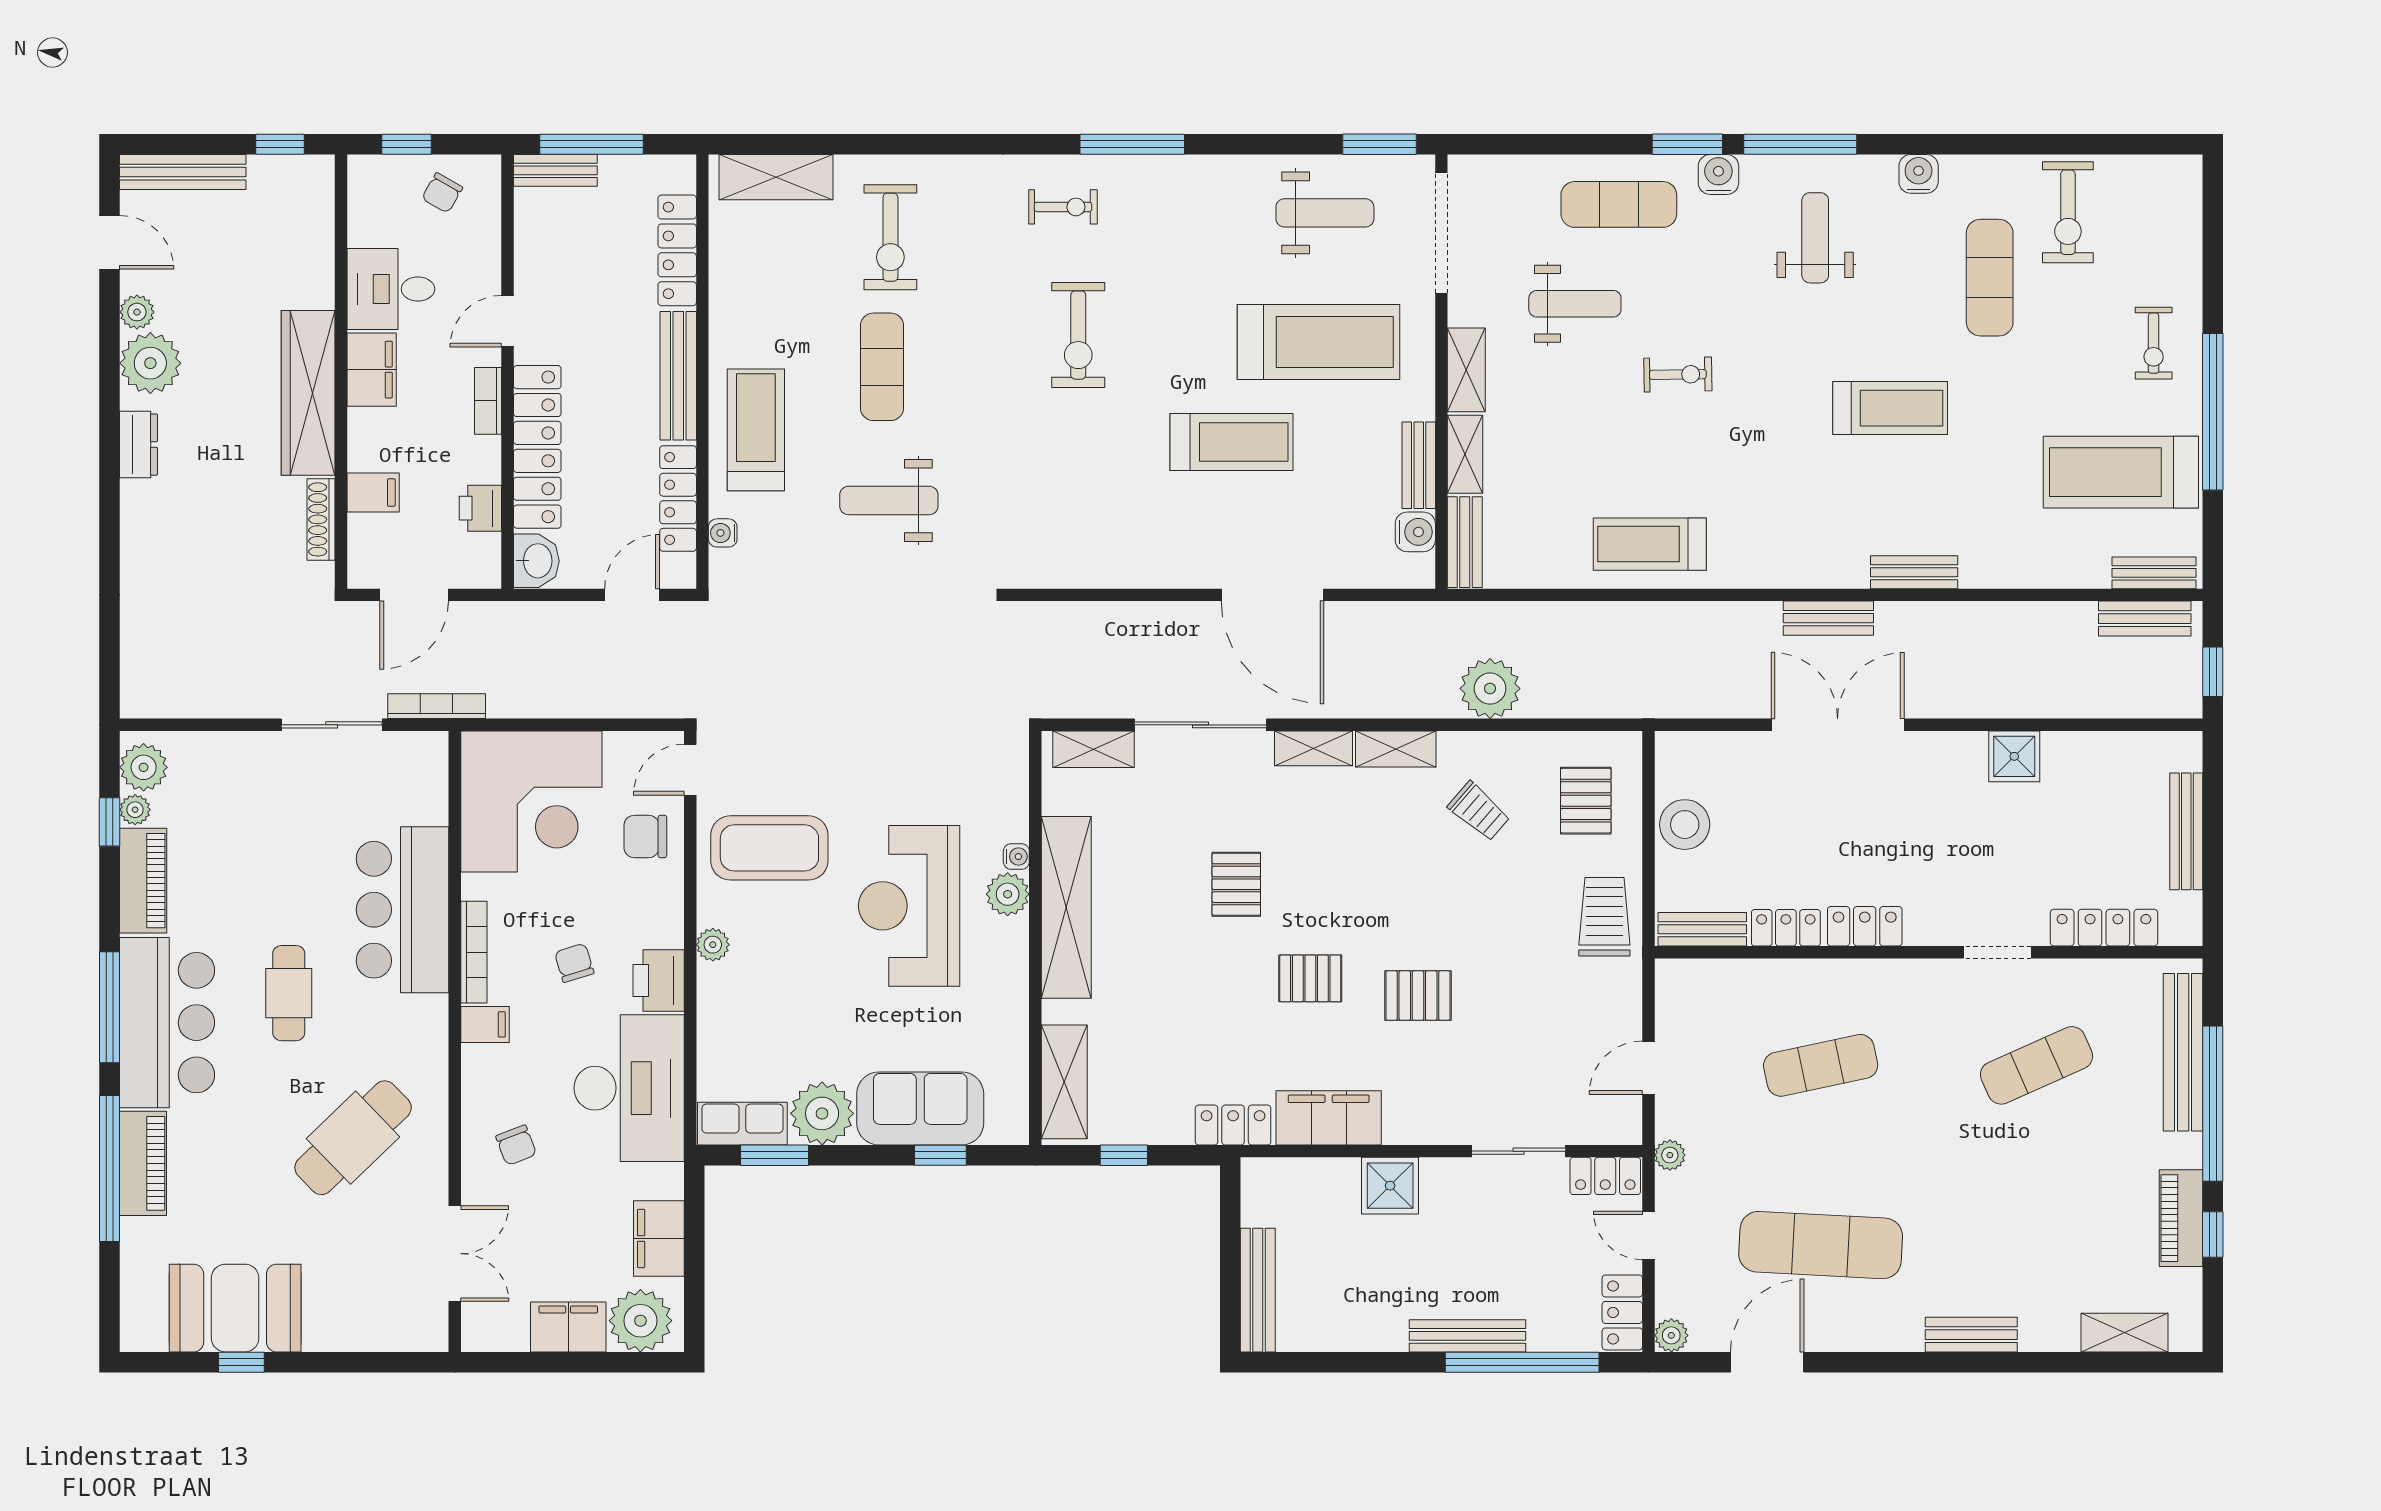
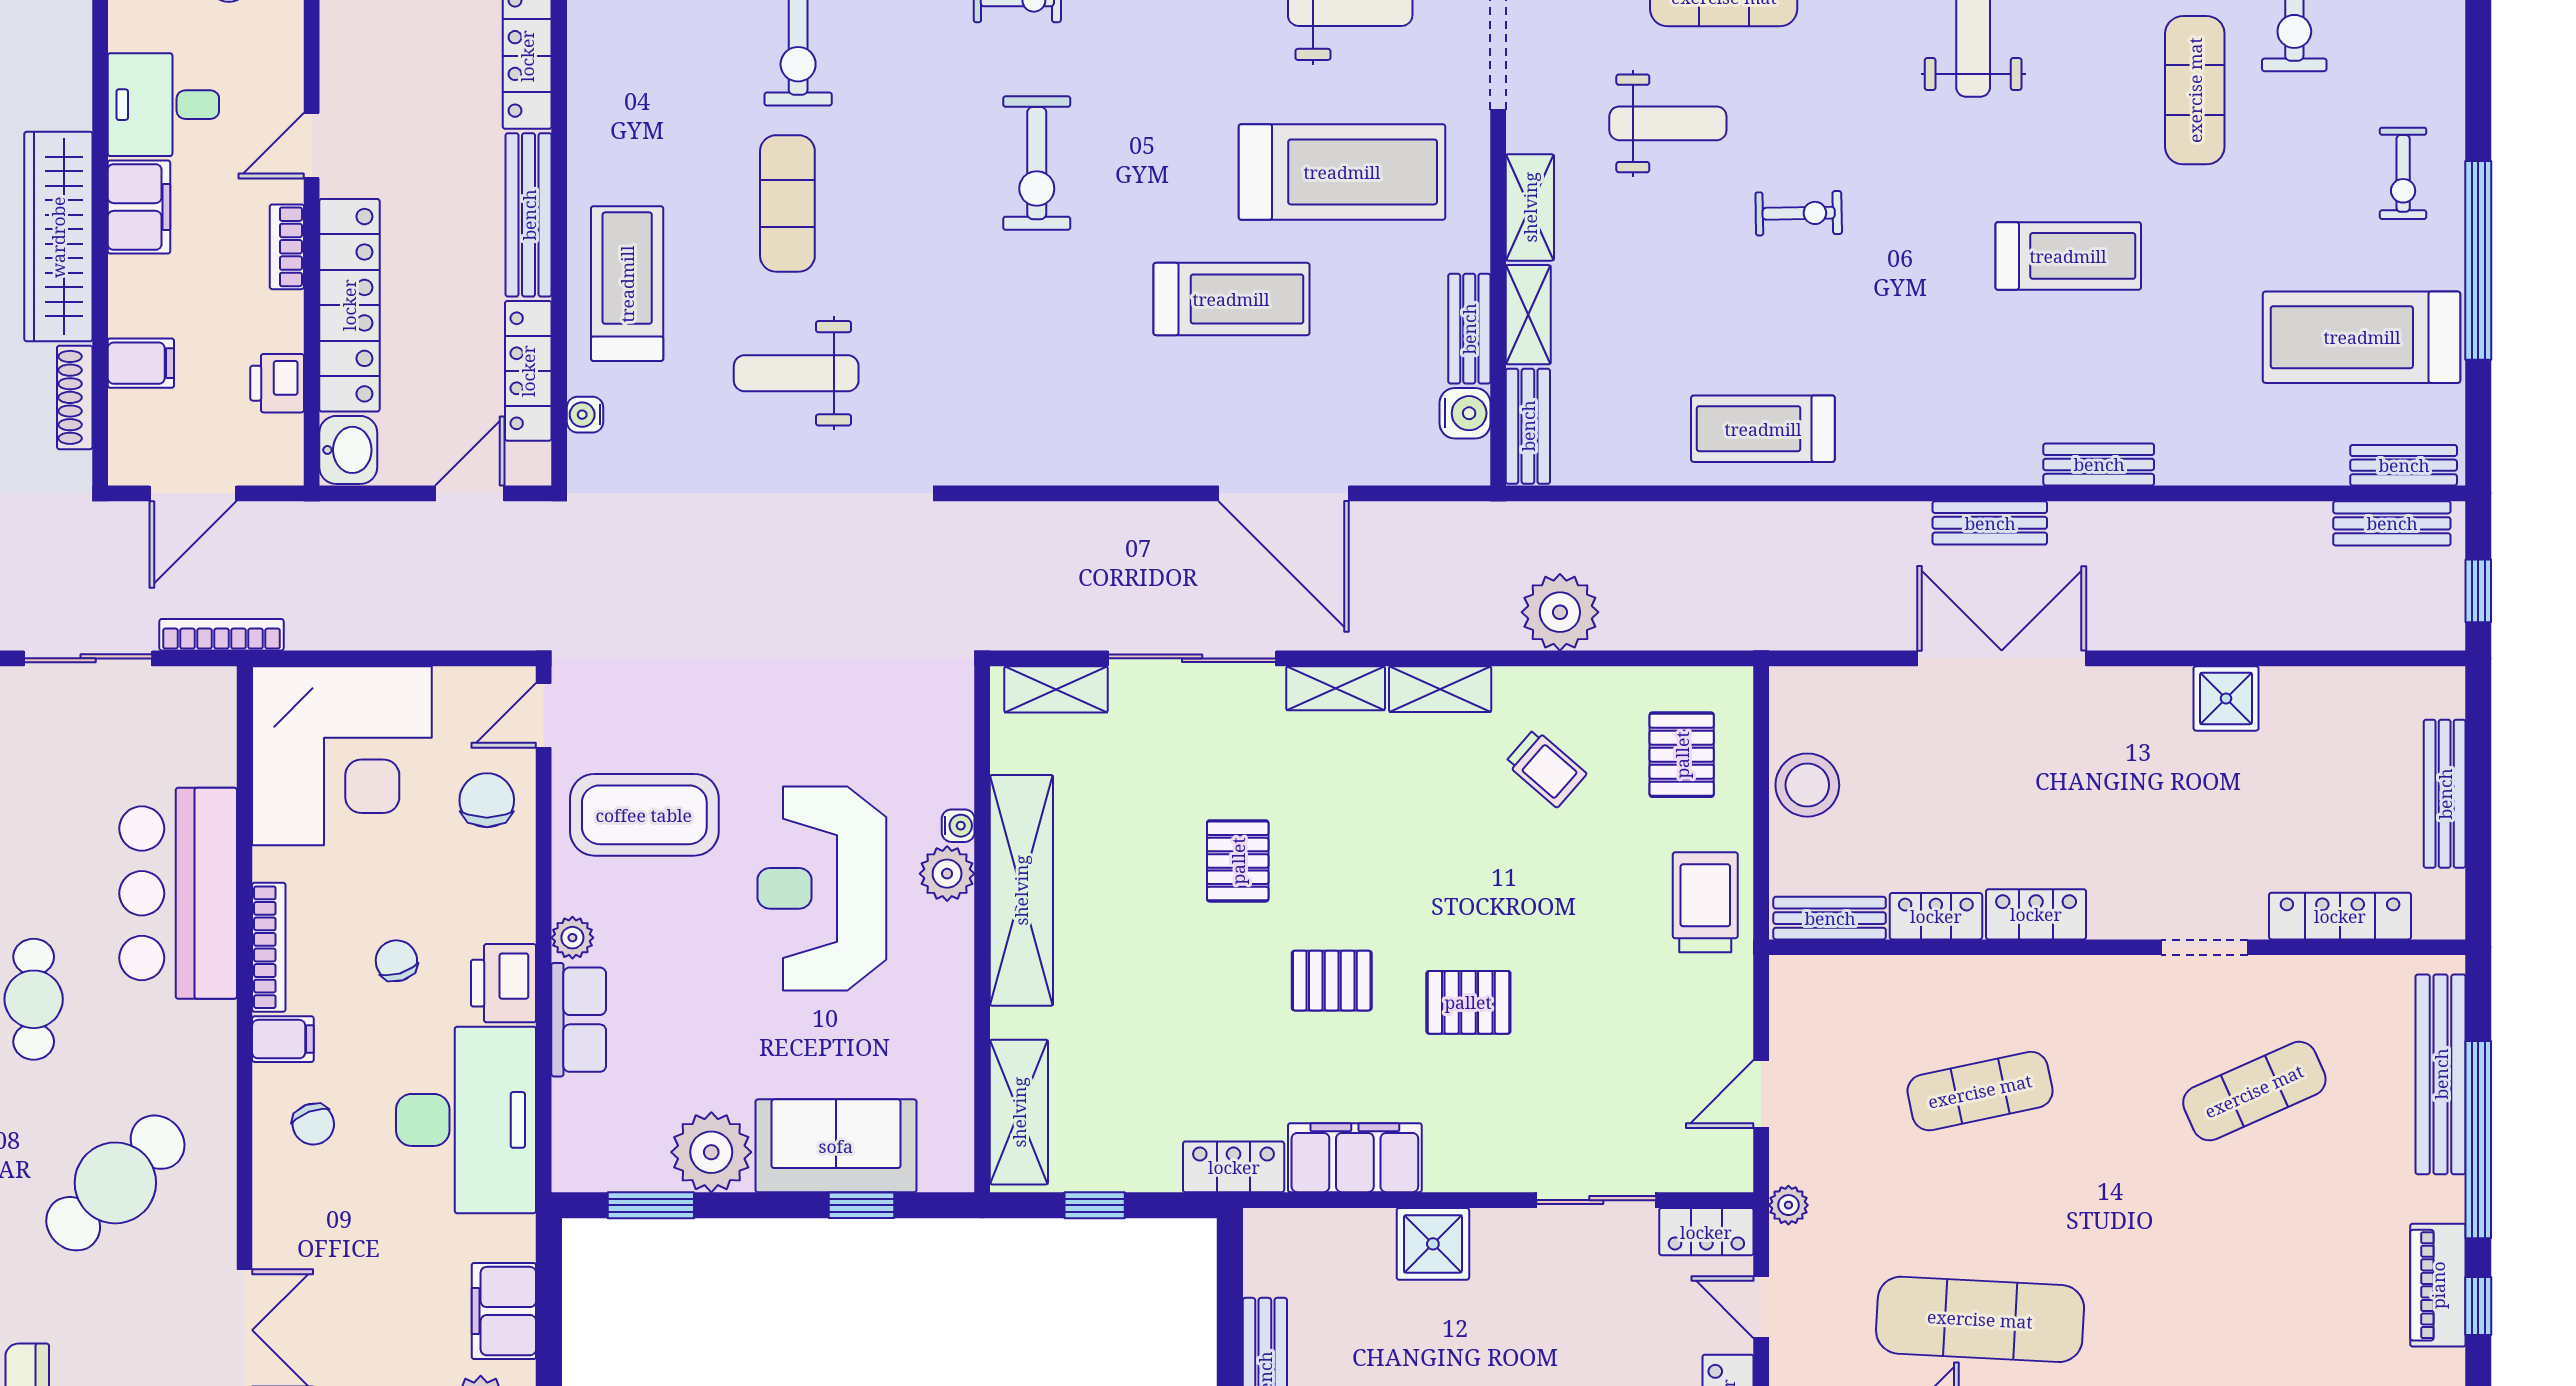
chair: (645, 836) -> (487, 800), turned 90
row of seats: (742, 1124) -> (579, 1020), moved, turned 90
chair: (516, 1145) -> (313, 1124), moved

